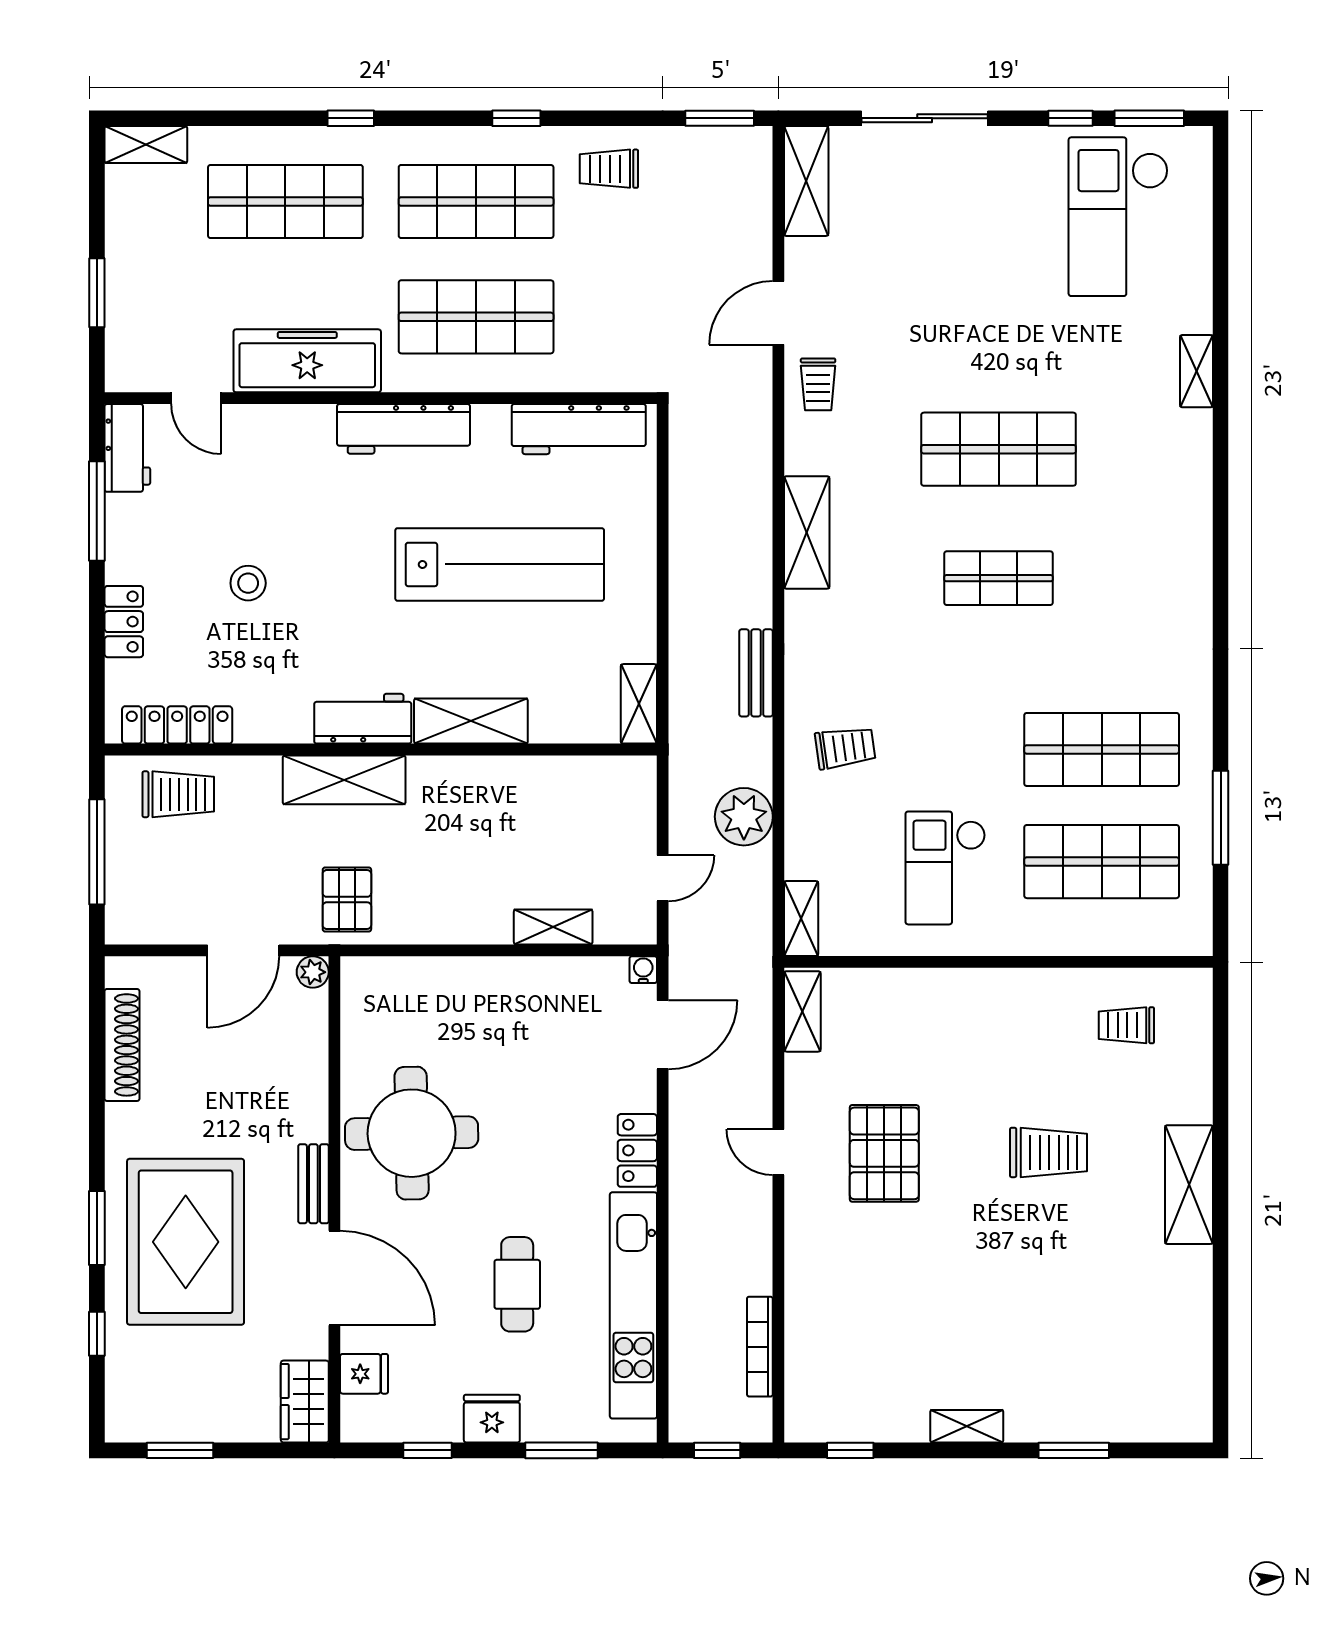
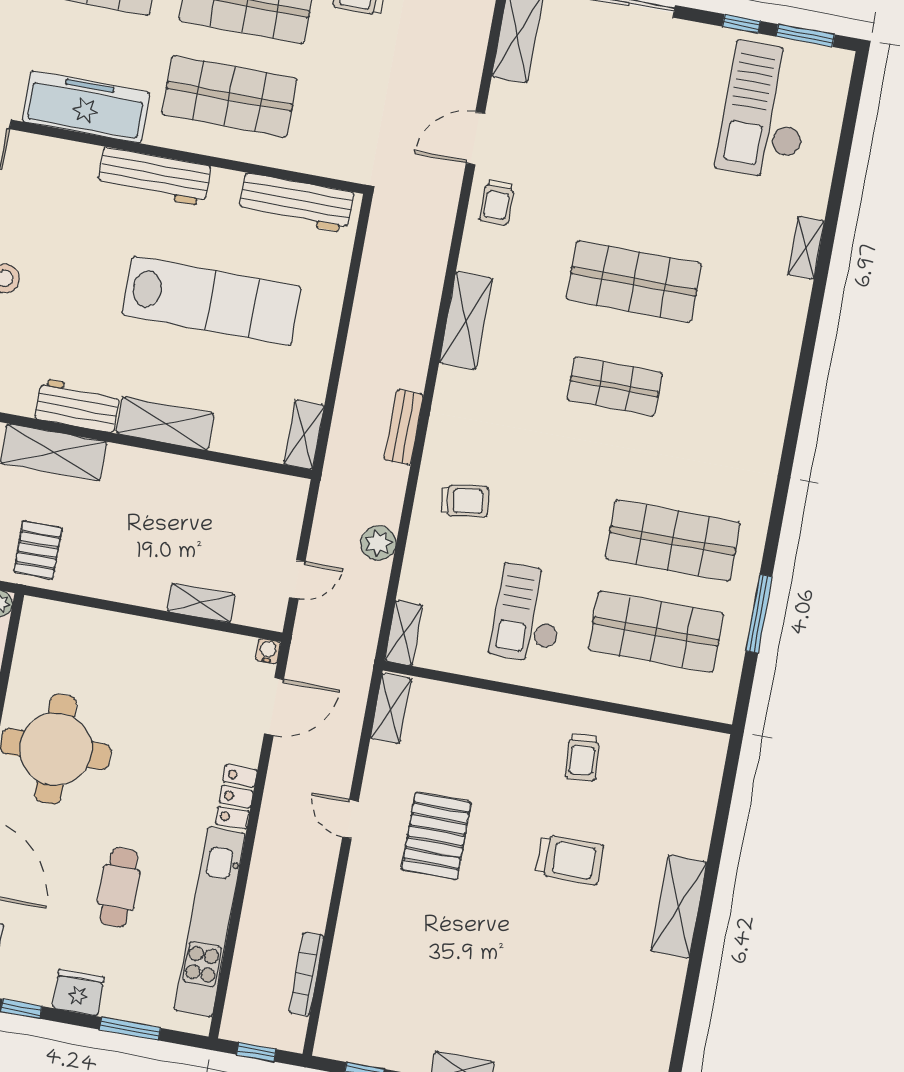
plant: (744, 817) -> (379, 543), width x0.73, depth x0.73
trolley: (1126, 1025) -> (582, 757), moved, turned -94

